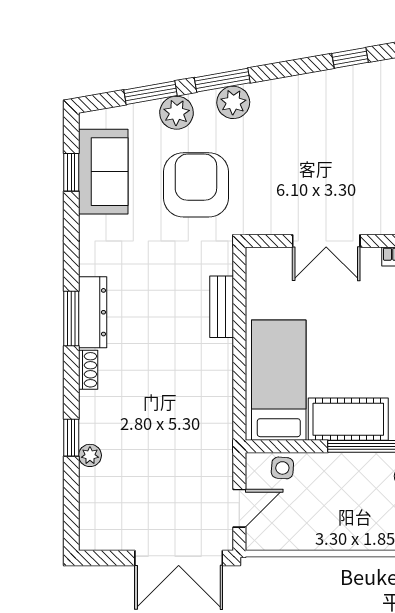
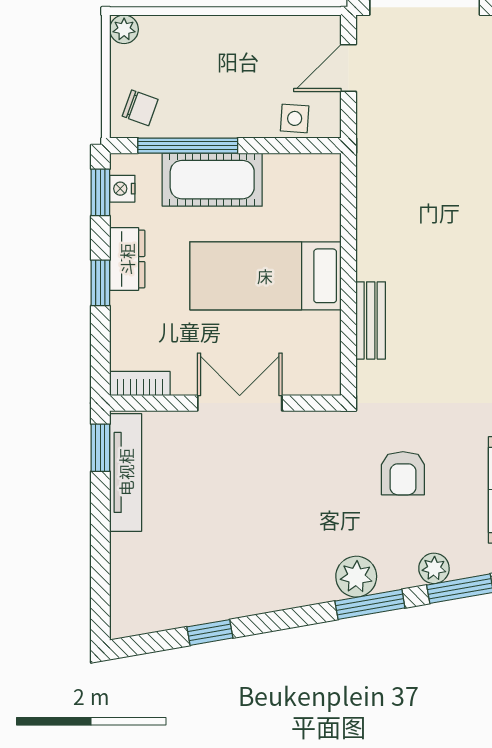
plant: (176, 113) -> (434, 568), width x0.73, depth x0.73
armchair: (196, 185) -> (403, 473), width x0.53, depth x0.53
bed: (279, 380) -> (265, 276), moved, turned 90

